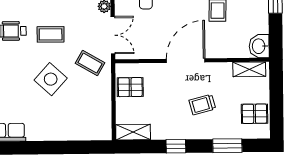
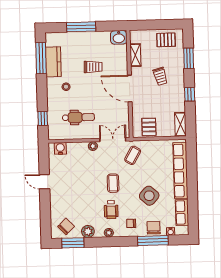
shelving: (249, 69) -> (135, 55), moved
side table: (51, 79) -> (149, 196), moved
pallet: (254, 114) -> (166, 40), turned 90
row of seats: (67, 131) -> (180, 171), added

